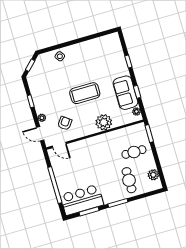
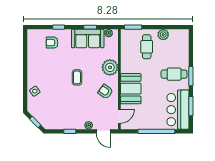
armchair: (112, 59) -> (52, 43), added
coffee table: (85, 93) -> (77, 77), width x0.54, depth x0.58
armchair: (65, 123) -> (105, 92), moved
door: (40, 134) -> (103, 131), hinge flipped
booth: (89, 148) -> (131, 89), added
plant: (153, 175) -> (163, 35), moved
cafe table: (129, 180) -> (174, 74), moved

